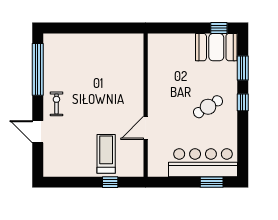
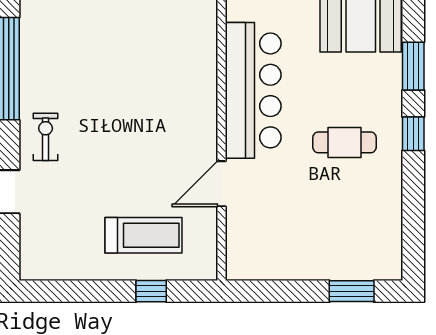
cafe table: (208, 107) -> (345, 142), turned 32
treadmill: (106, 154) -> (144, 235), turned 90
bar counter: (203, 163) -> (253, 90), moved, turned 90

